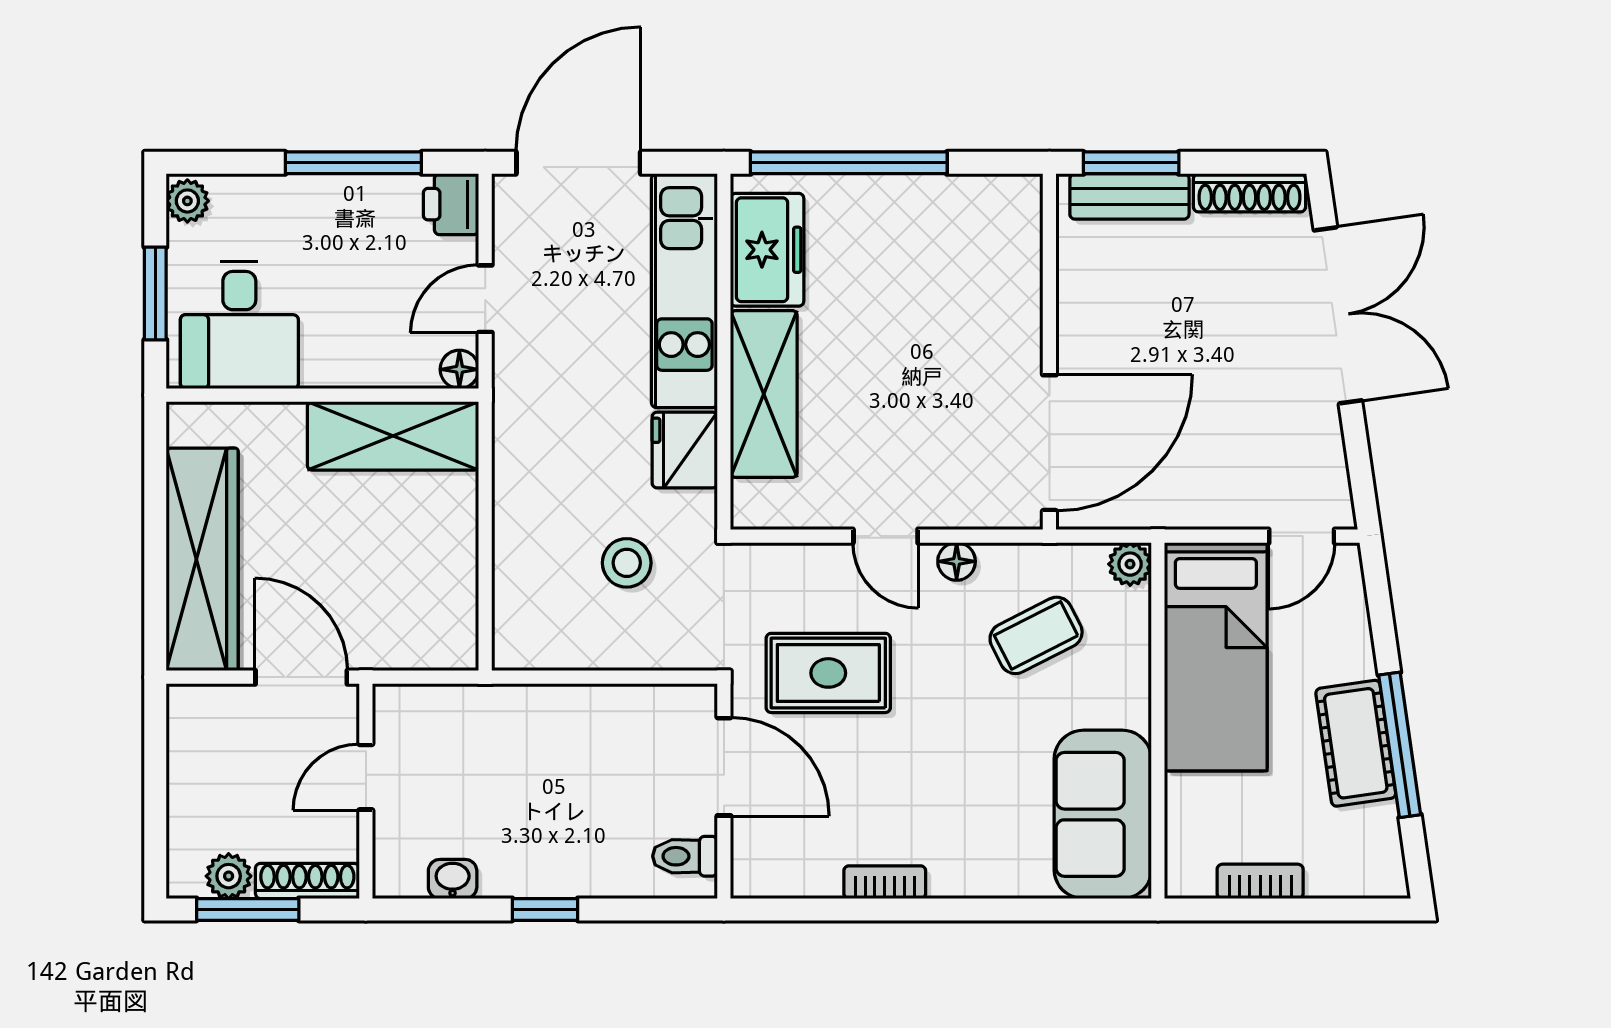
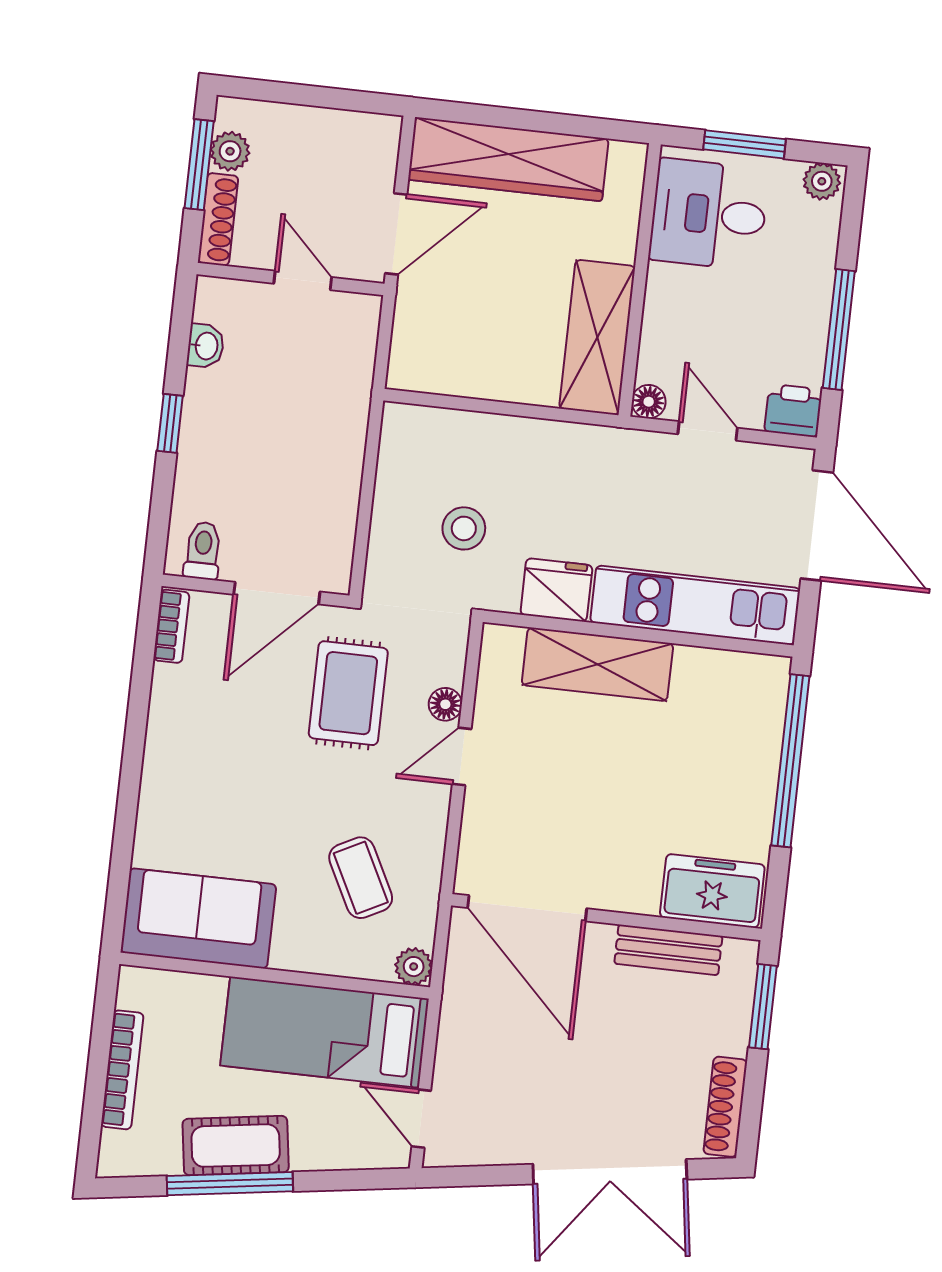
bench: (1129, 196) -> (668, 950), moved, turned 90
freezer: (767, 250) -> (712, 891), moved, turned 180
floor lamp: (957, 561) -> (445, 704), moved
bookcase: (1260, 881) -> (122, 1070), width x1.56
bookcase: (885, 882) -> (171, 626), moved

